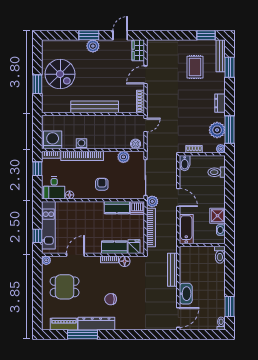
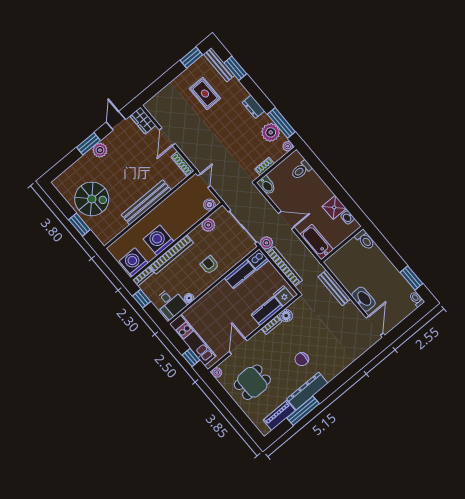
washing machine: (81, 144) -> (158, 240), width x1.89, depth x1.89

